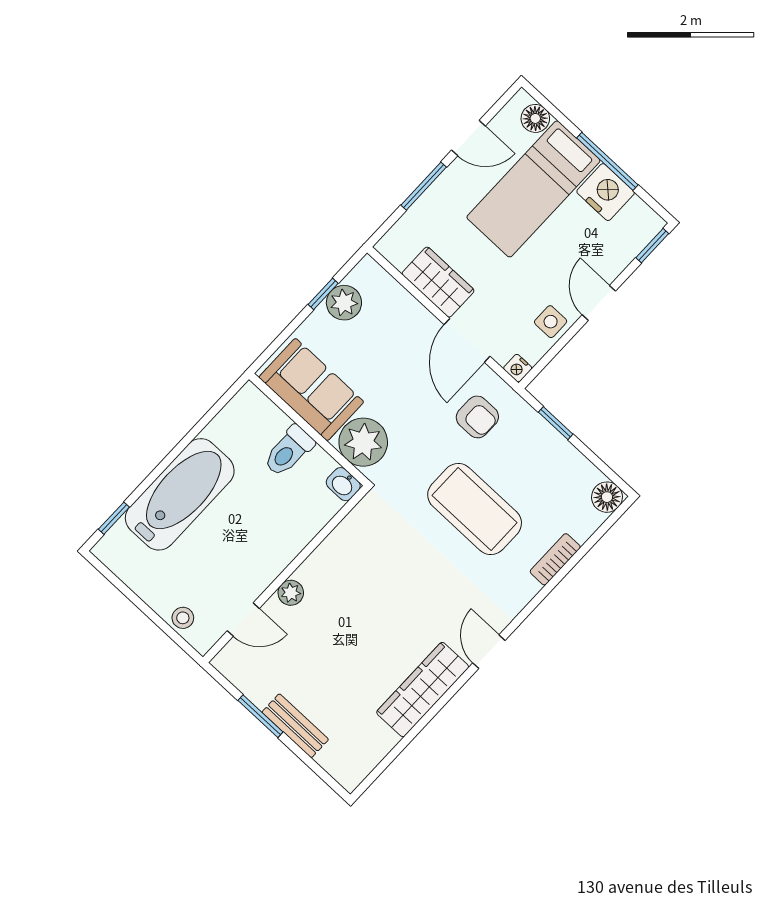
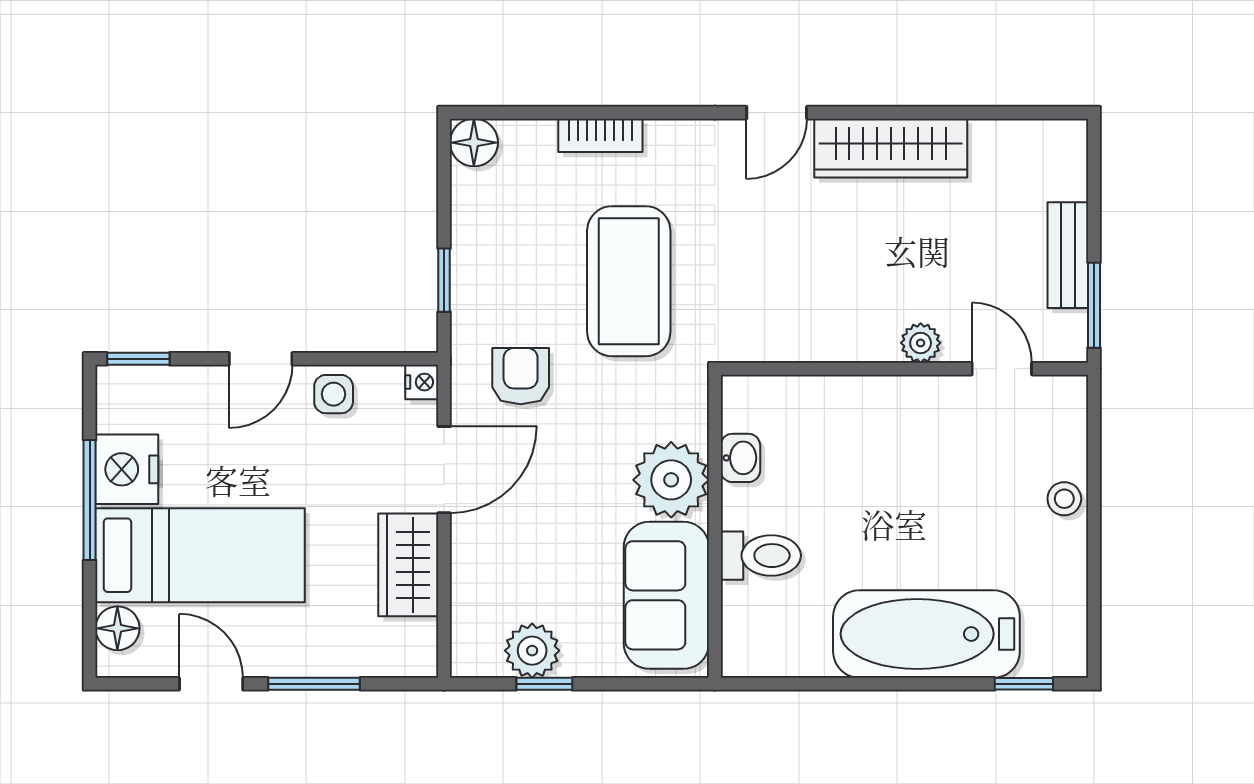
wall: (286, 574) -> (904, 369), moved
plant: (291, 593) -> (921, 343), moved
door: (243, 620) -> (1002, 369), moved

